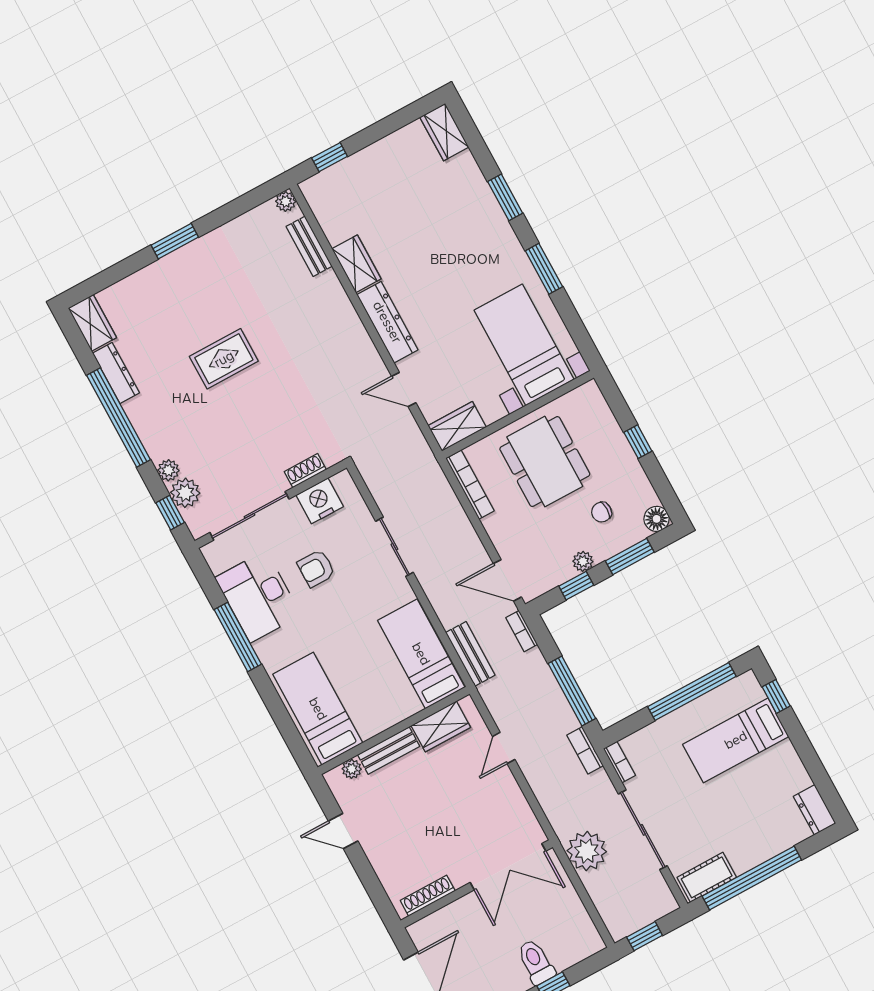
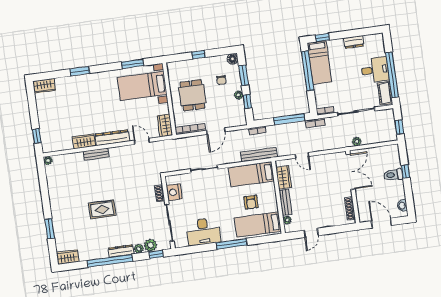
window: (175, 241) -> (50, 229), moved
bench: (309, 246) -> (96, 154), moved
window: (544, 269) -> (133, 64), moved
rug: (224, 359) -> (102, 209), turned 90
dresser: (116, 373) -> (121, 251), moved
door: (404, 390) -> (142, 141), swing flipped
dining table: (545, 462) -> (192, 95), width x0.73
armchair: (316, 568) -> (251, 202), moved
door: (507, 580) -> (216, 131), moved
window: (238, 637) -> (232, 244), moved
bench: (470, 654) -> (259, 155), width x1.36
bed: (736, 740) -> (319, 63), moved
dresser: (815, 810) -> (354, 42), moved
desk: (749, 837) -> (375, 70), added
plant: (587, 851) -> (357, 141), width x0.53, depth x0.53

